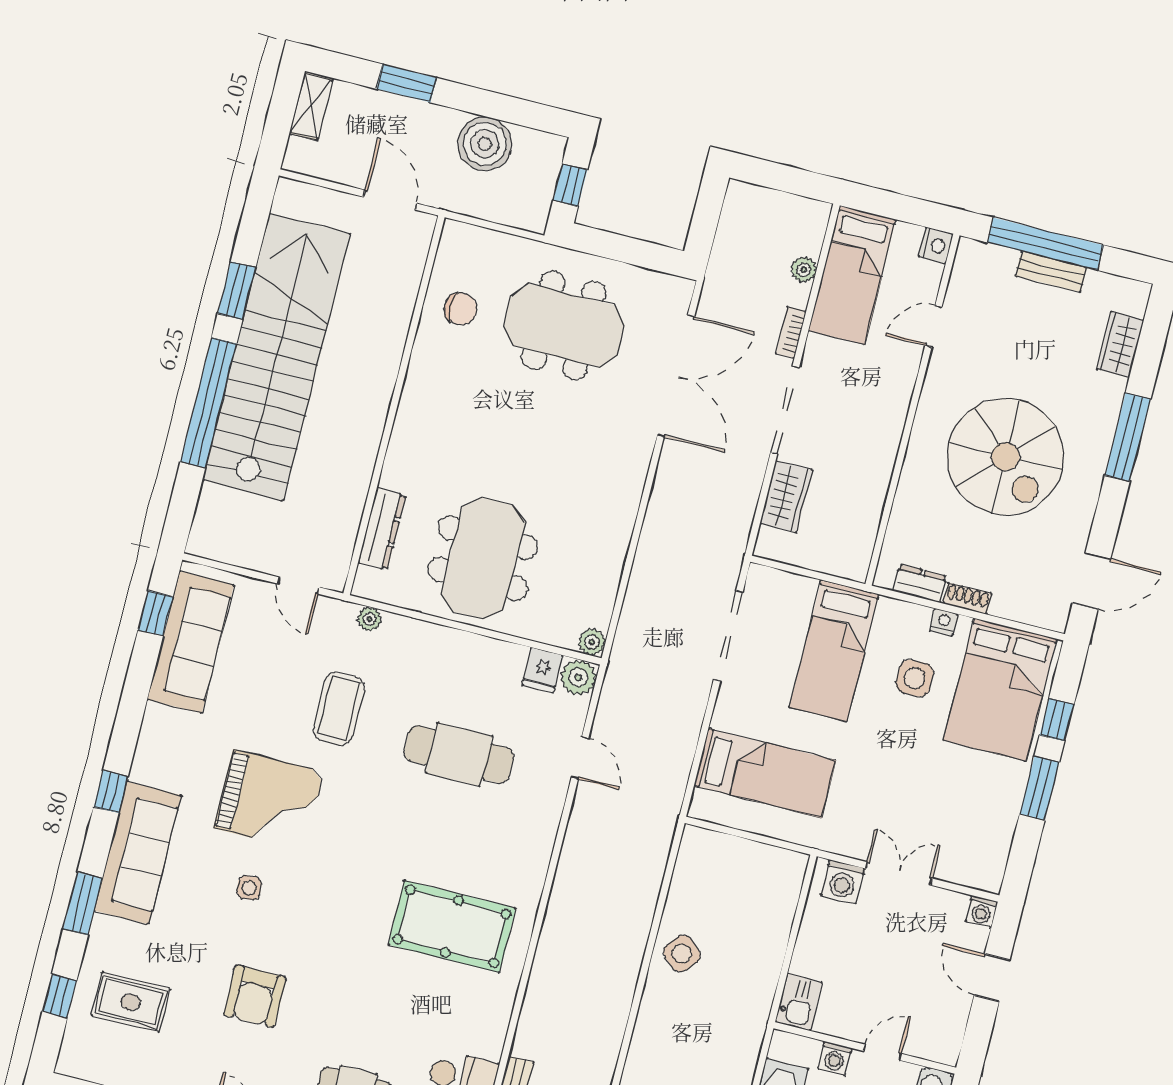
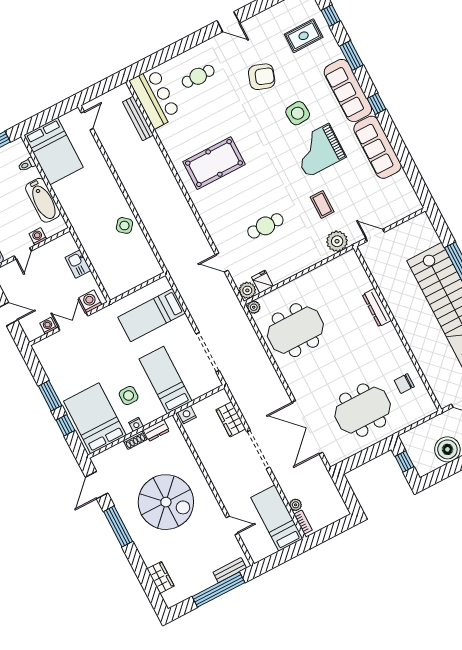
nightstand: (936, 245) -> (187, 415), moved, turned 90
bench: (1051, 272) -> (230, 570), moved
door: (933, 326) -> (232, 525), hinge flipped
bookcase: (791, 332) -> (303, 522), moved
window: (1128, 437) -> (118, 526), moved
spiral stairs: (1005, 457) -> (166, 502), turned 180
dresser: (382, 529) -> (377, 308), moved
meeting table: (483, 558) -> (295, 330), moved, turned 90
window: (156, 613) -> (417, 181), removed
plant: (369, 619) -> (337, 241), width x1.87, depth x1.87
sofa: (191, 642) -> (377, 147), moved
coffee table: (339, 709) -> (322, 204), width x0.73, depth x0.77
cafe table: (459, 754) -> (265, 226), width x0.73, depth x0.74
double door: (899, 873) -> (73, 322), swing flipped
side table: (249, 888) -> (298, 113), width x1.87, depth x1.87
washing machine: (982, 911) -> (48, 326), moved
armchair: (255, 996) -> (262, 77), turned 109
kitchen sink: (799, 1002) -> (78, 264), moved

